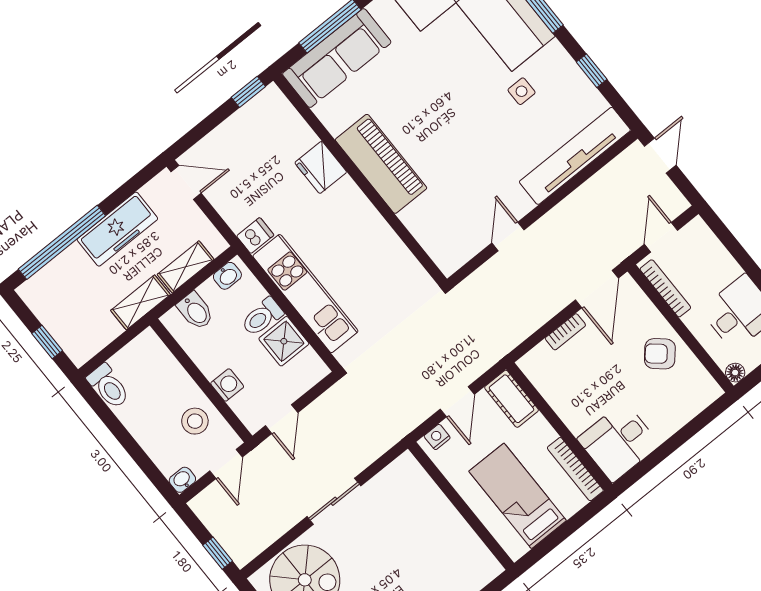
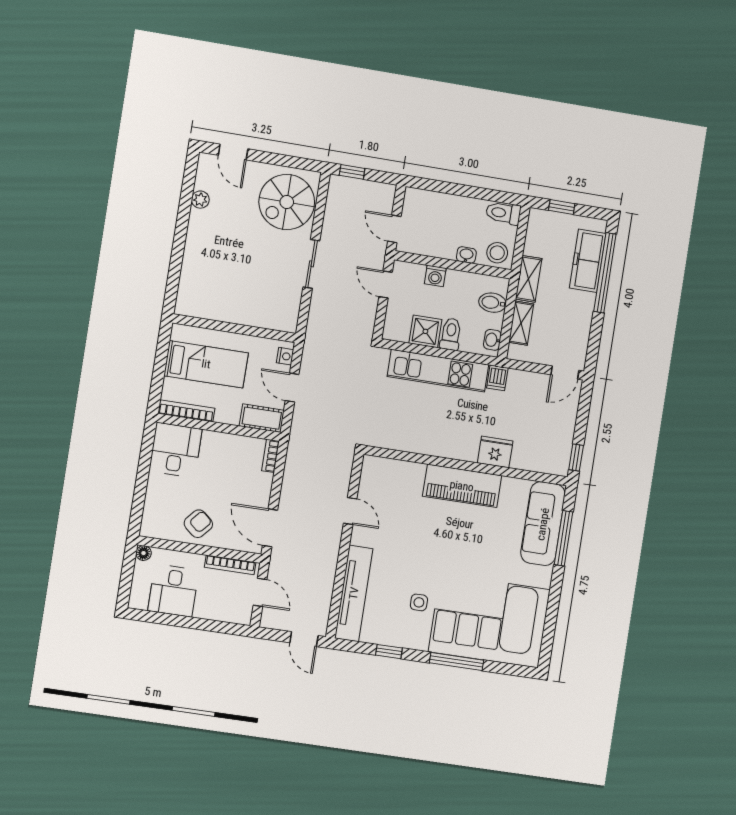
freezer: (117, 229) -> (588, 261), moved
bookcase: (565, 332) -> (271, 456), moved
stool: (195, 421) -> (497, 253), moved
washbasin: (182, 480) -> (466, 255), moved, turned -90

